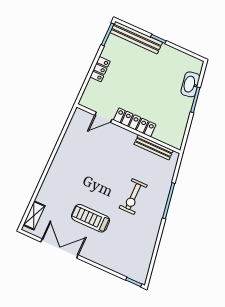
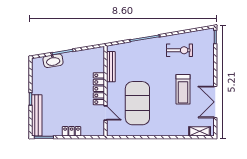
exercise mat: (98, 159) -> (137, 103), added
exercise bike: (133, 197) -> (179, 50), moved

